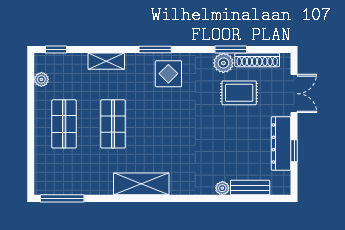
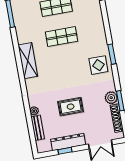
shelving: (106, 61) -> (99, 25), removed
rug: (239, 93) -> (71, 107), moved, turned 90

